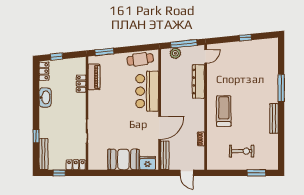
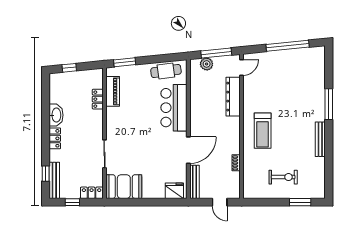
window: (245, 38) -> (288, 46), width x3.17
locker: (44, 71) -> (55, 138), moved
treadmill: (224, 111) -> (263, 131), turned 180
window: (36, 136) -> (46, 174), moved
booth: (123, 159) -> (124, 187), moved

